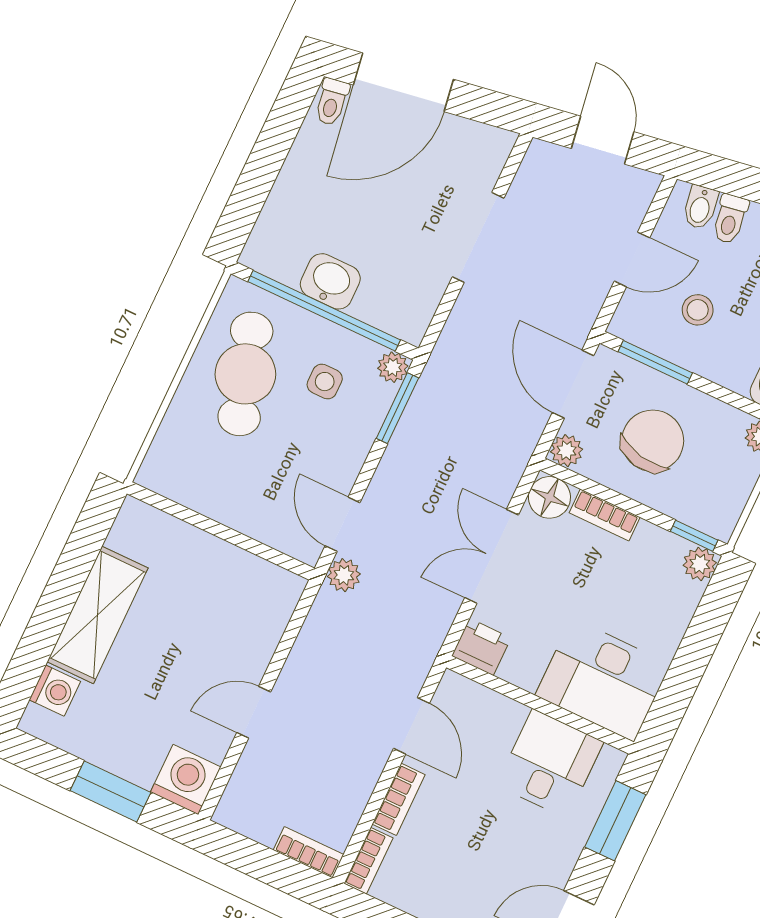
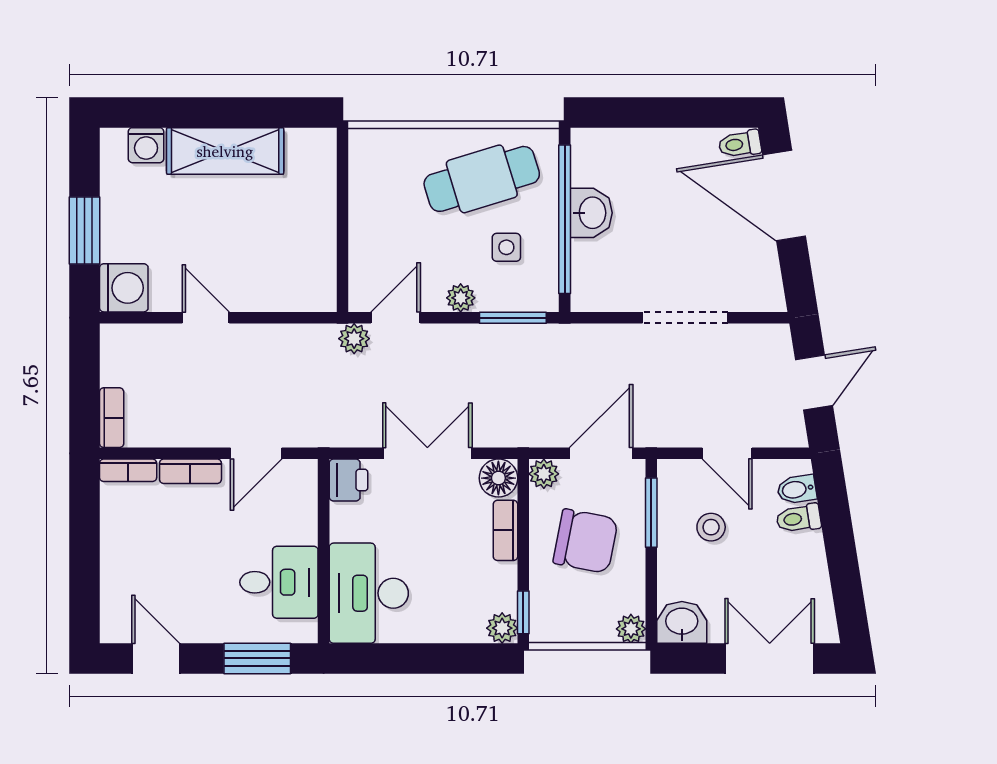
plant: (393, 367) -> (461, 298), moved

